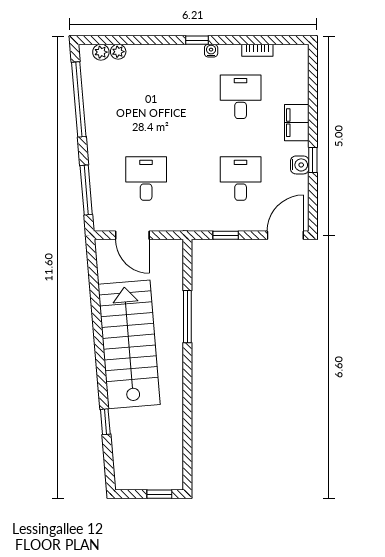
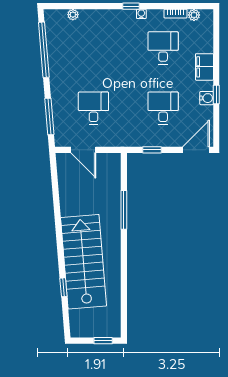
plant: (101, 52) -> (194, 15), moved
stairs: (129, 344) -> (84, 262), moved

